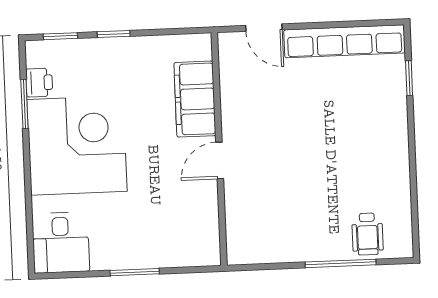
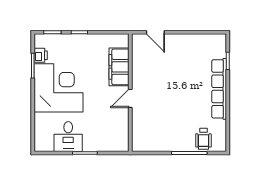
row of seats: (345, 41) -> (219, 89), moved, turned 90
desk: (61, 243) -> (68, 137), moved

